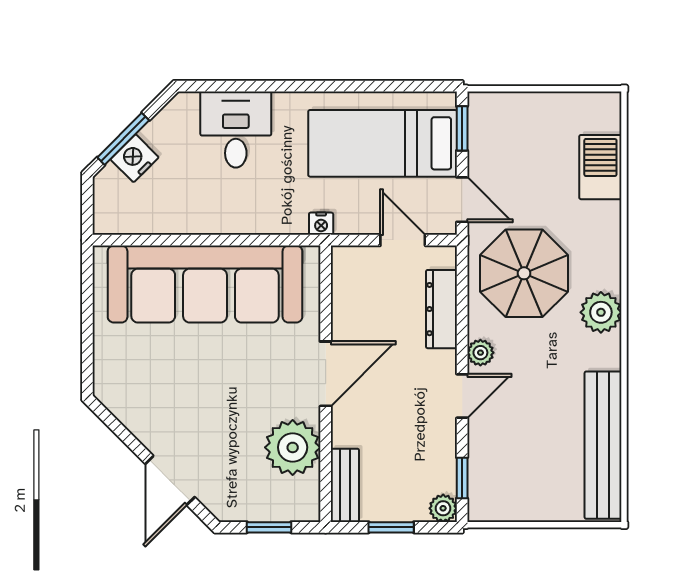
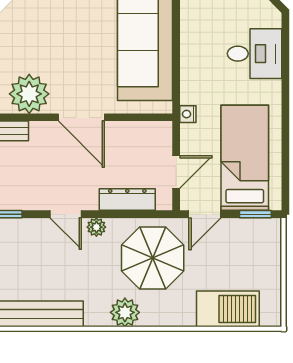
barbecue: (600, 167) -> (228, 309), width x1.37, depth x1.21

